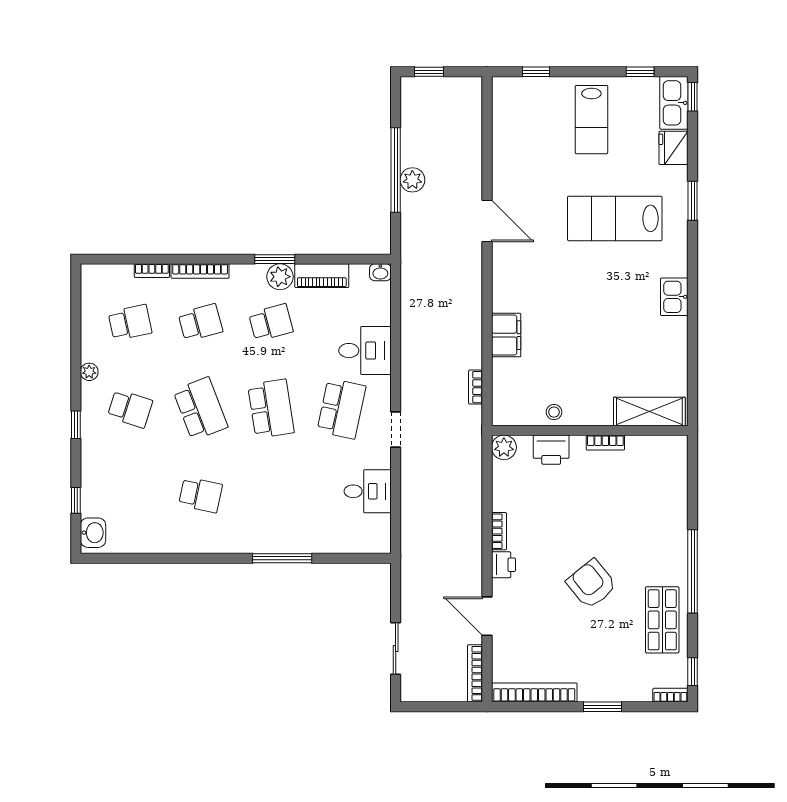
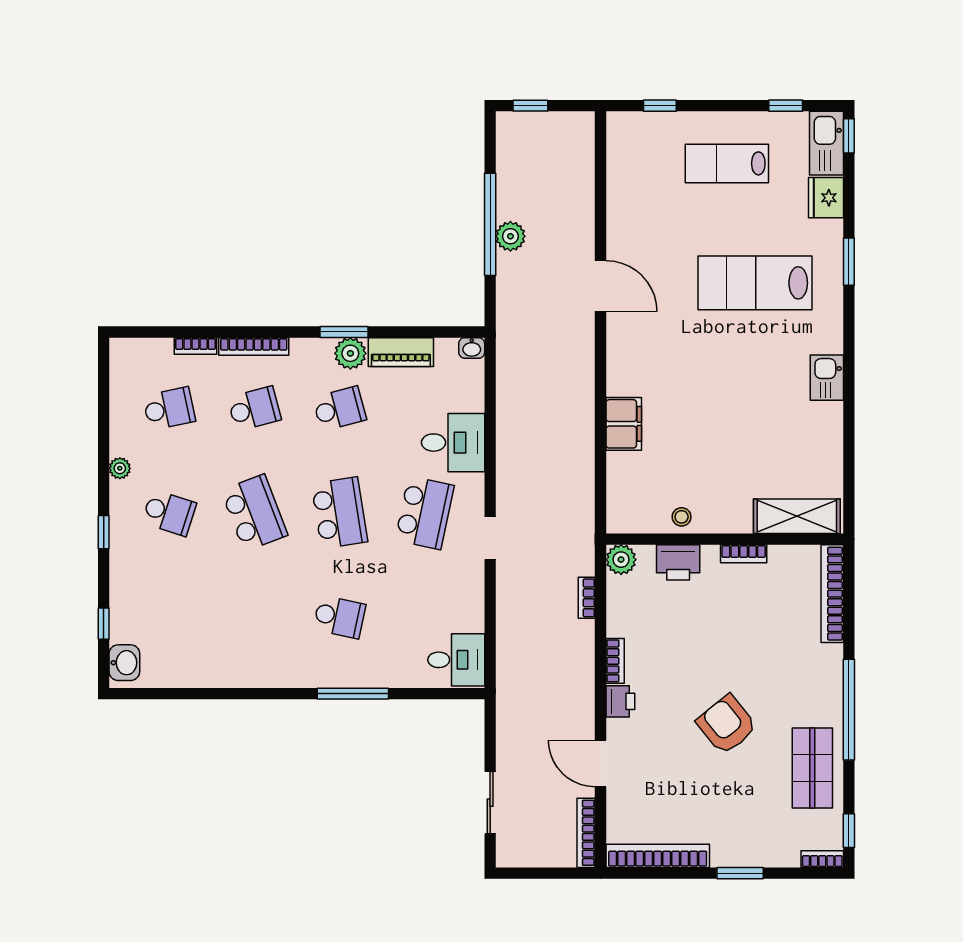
lab bench: (591, 120) -> (727, 163), turned 90
bookcase: (476, 387) -> (587, 598), moved
bookcase: (679, 476) -> (832, 594), added
desk: (368, 491) -> (456, 660), moved
school desk: (200, 495) -> (339, 617), moved

